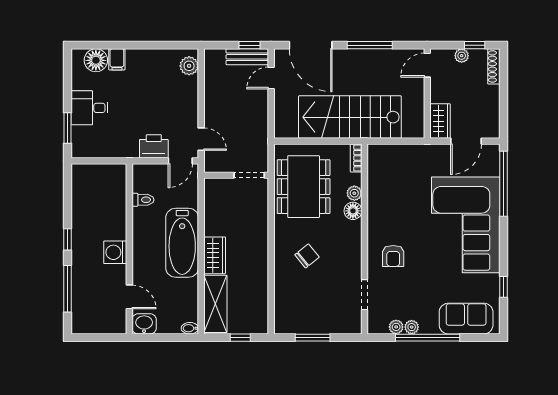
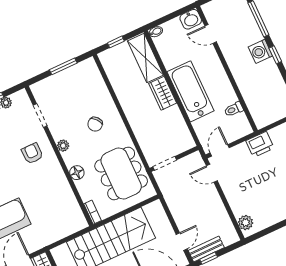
printer: (154, 146) -> (260, 144), moved
plant: (354, 193) -> (63, 146), moved
washing machine: (115, 252) -> (260, 51), moved, turned 180

